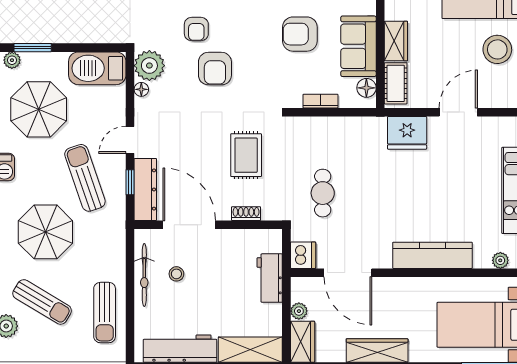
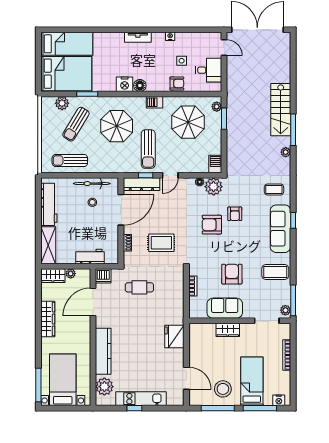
armchair: (196, 29) -> (235, 214), turned -90
barbecue: (97, 68) -> (215, 164), width x0.53, depth x0.65
cot: (396, 83) -> (203, 330), removed
floor lamp: (366, 88) -> (201, 313), removed
door: (458, 112) -> (186, 378), moved
door: (130, 140) -> (170, 175), swing flipped
sun lounger: (85, 178) -> (148, 149), turned 109
plant: (500, 260) -> (104, 387), width x1.88, depth x1.88

